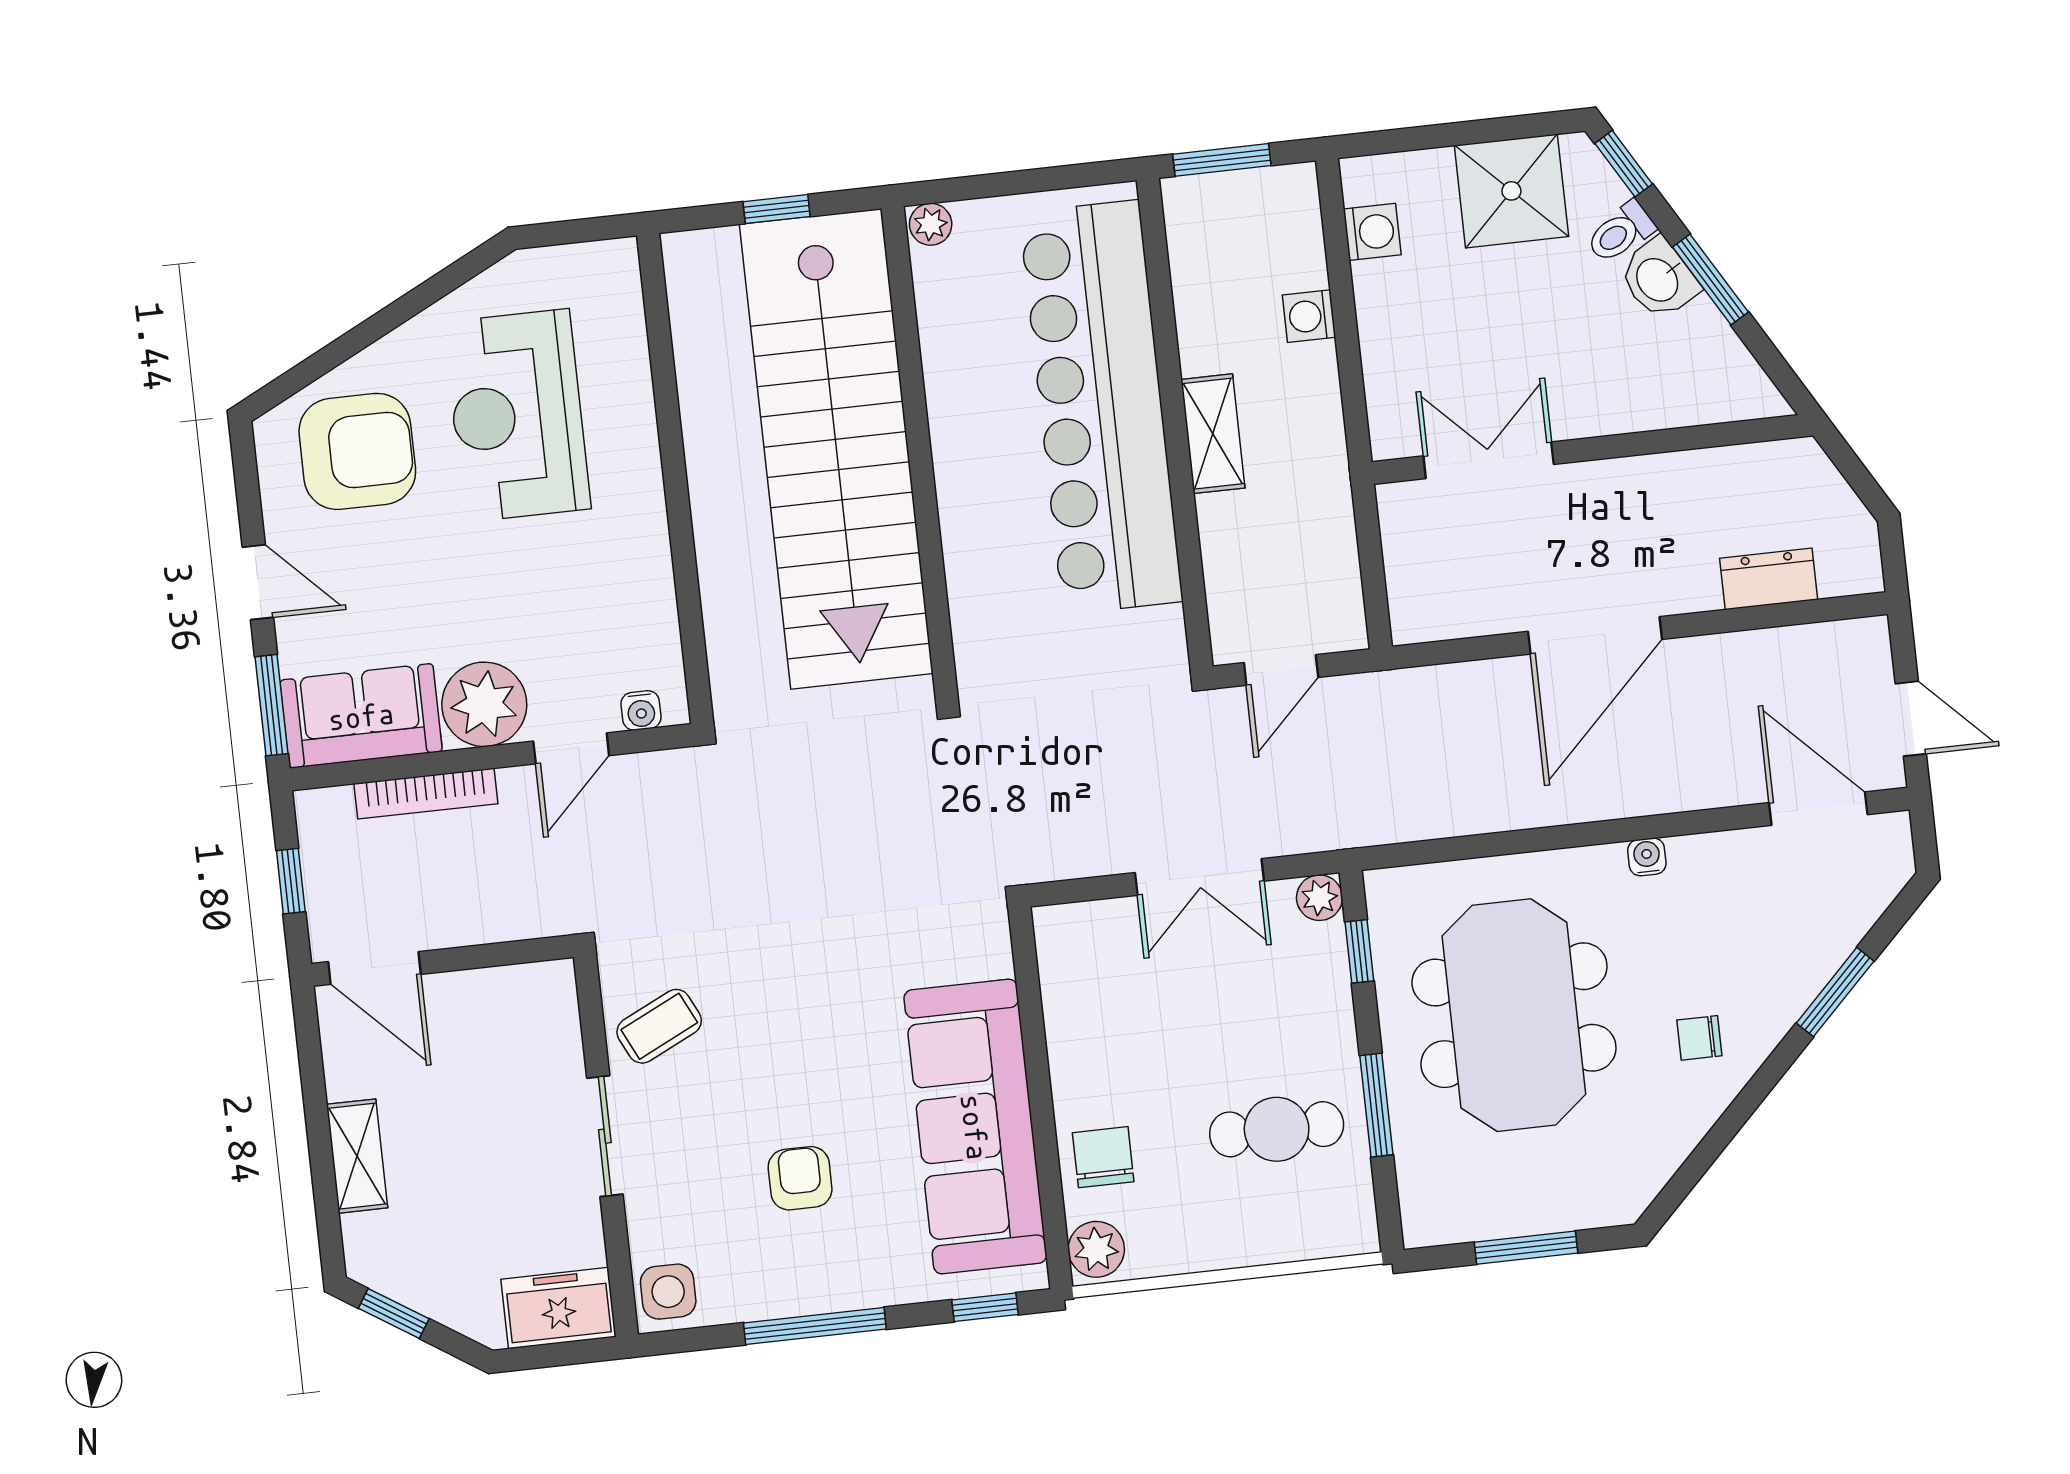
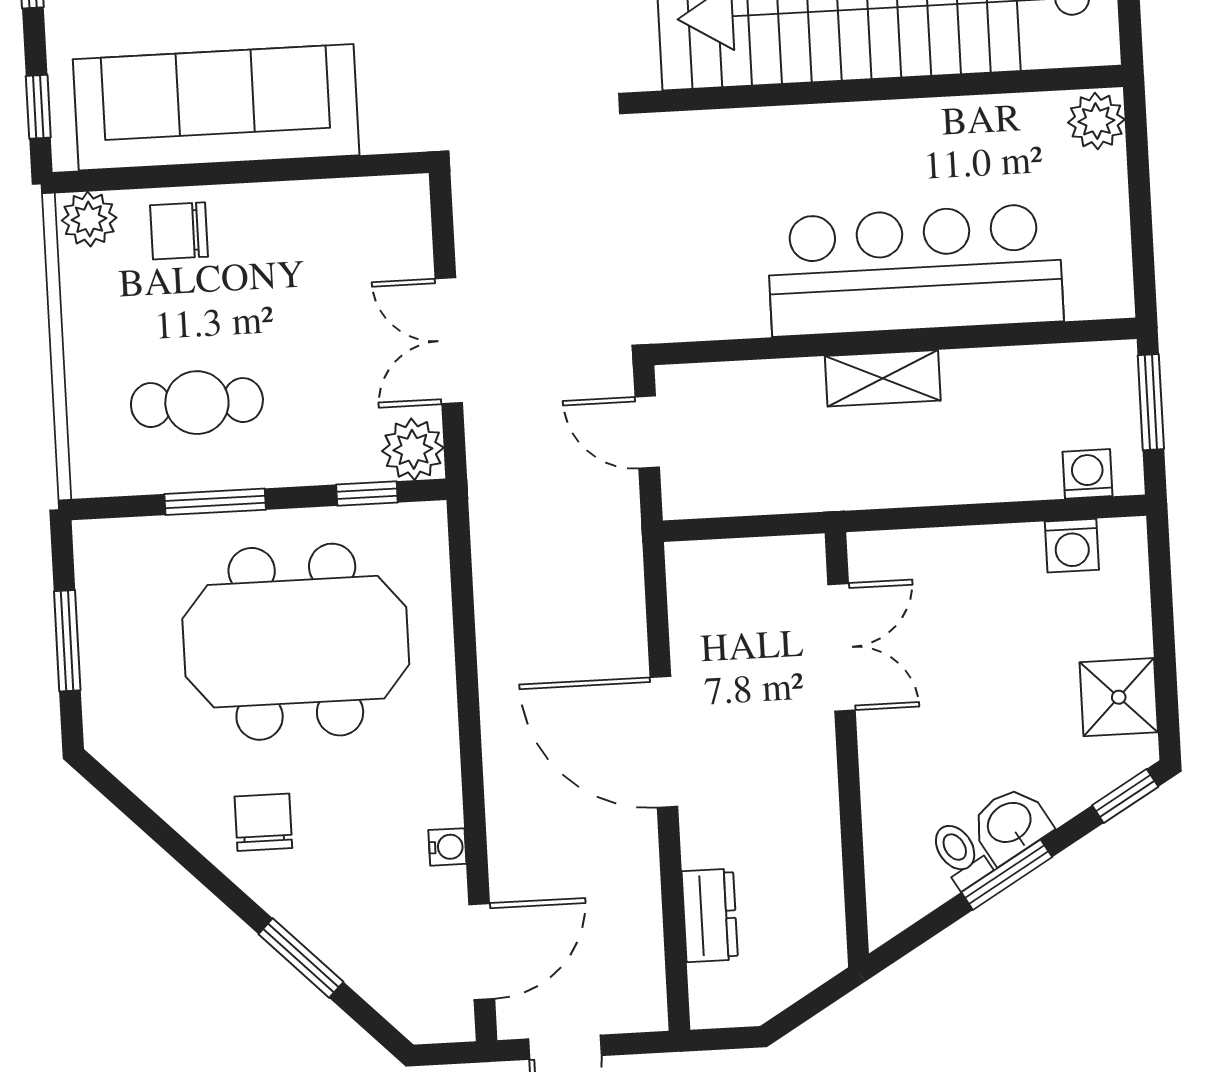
shower: (1511, 191) -> (1119, 697), width x0.73, depth x0.73
plant: (931, 224) -> (1096, 121), width x1.38, depth x1.38
toilet: (1621, 232) -> (960, 855), moved
washing machine: (1309, 316) -> (1087, 474), moved
bar counter: (1101, 407) -> (915, 270), width x0.73
water cooler: (1647, 857) -> (447, 847), moved
plant: (1319, 898) -> (413, 449), width x1.38, depth x1.38
chair: (1699, 1038) -> (263, 822), width x1.37, depth x1.37
cafe table: (1277, 1129) -> (197, 403), turned 90
chair: (1103, 1157) -> (179, 231), turned 180

